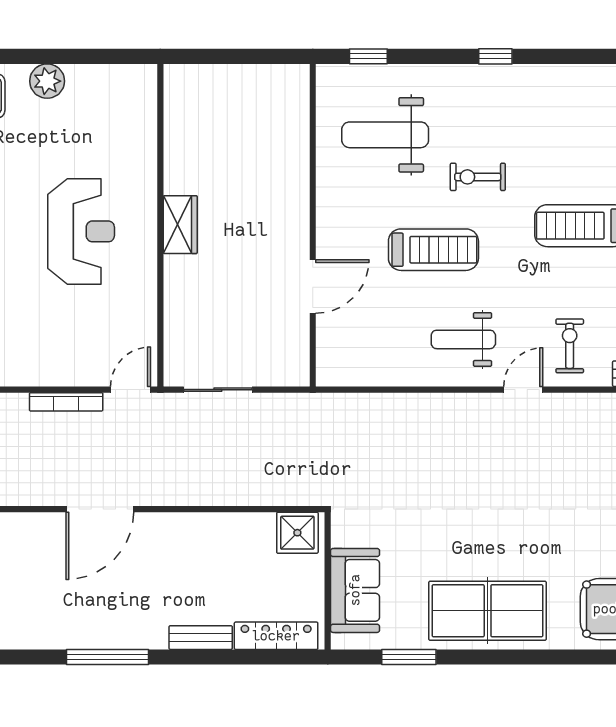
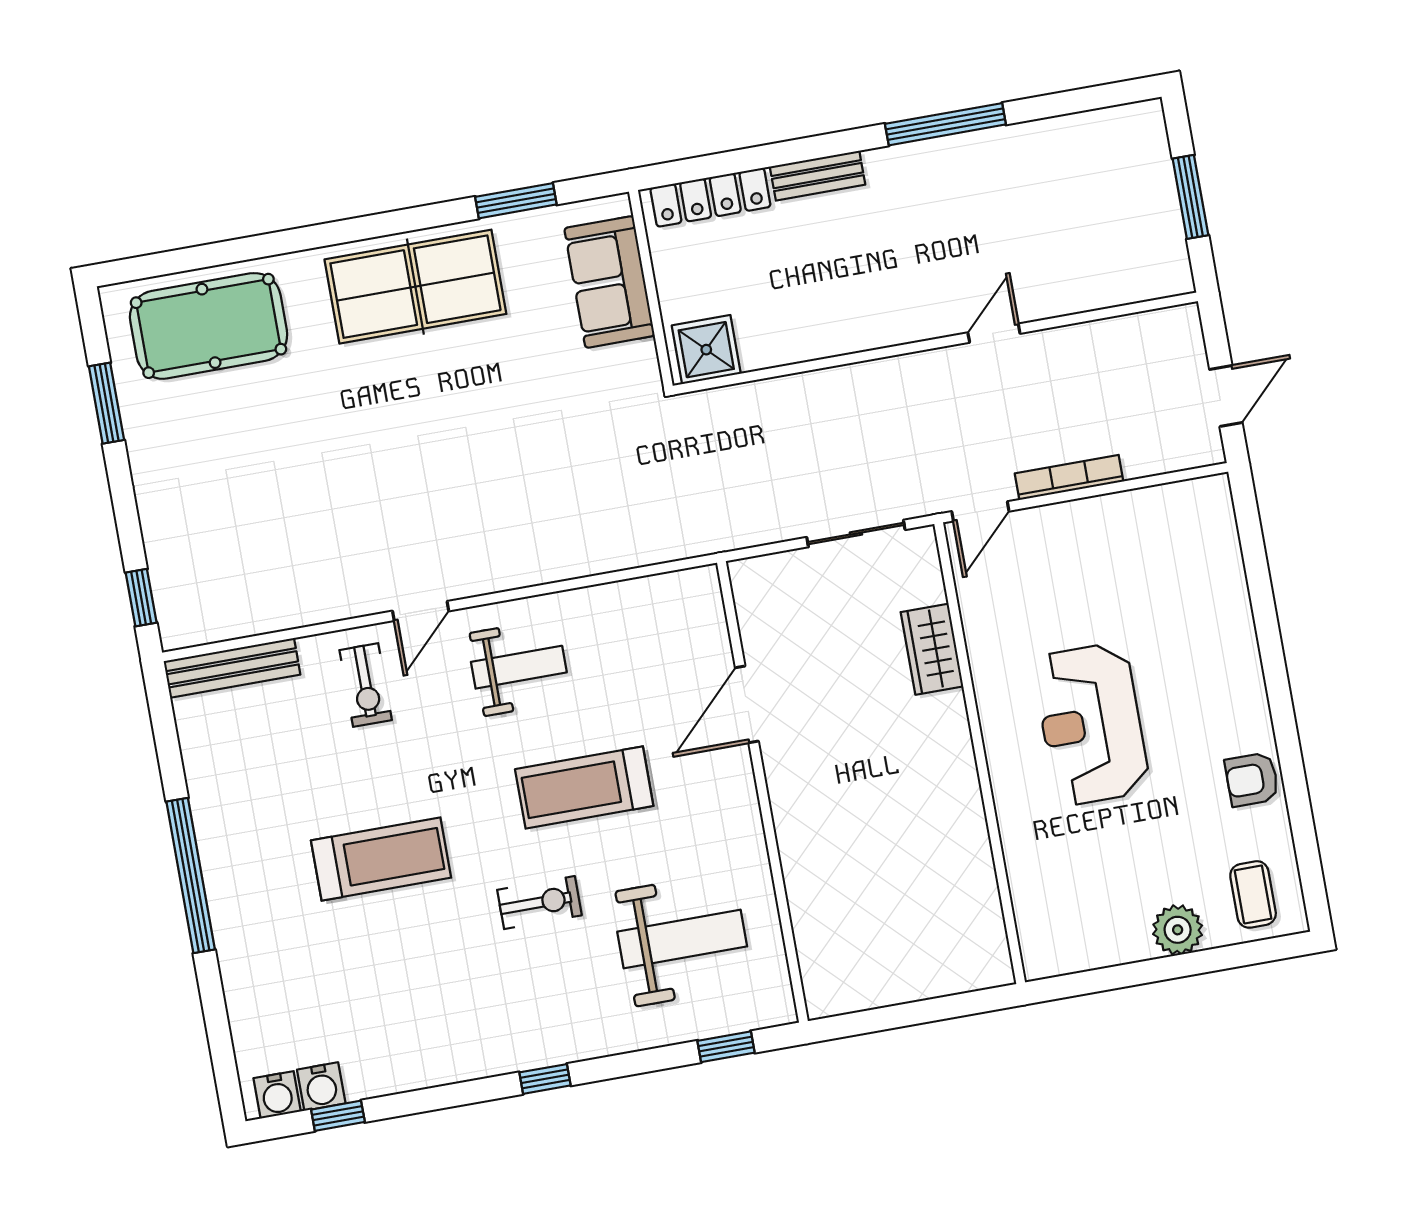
wardrobe: (180, 225) -> (932, 649), moved
door: (100, 509) -> (994, 333), width x0.53

